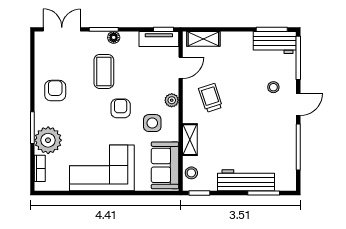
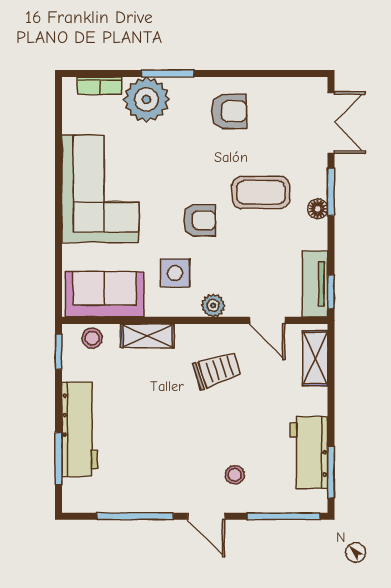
workbench: (275, 43) -> (309, 453), moved

